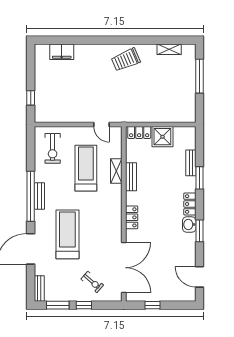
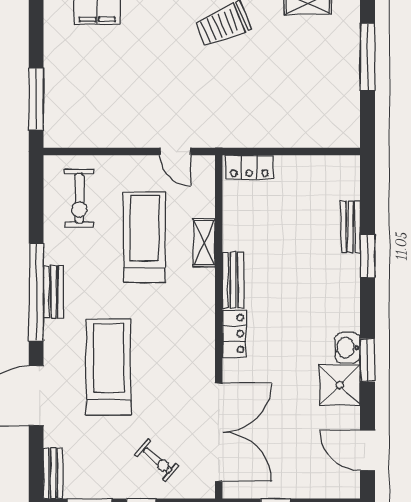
window: (31, 98) -> (36, 99), width x2.17
shower: (162, 137) -> (340, 385), moved
bench: (131, 177) -> (233, 280), moved
locker: (190, 204) -> (349, 307), removed

